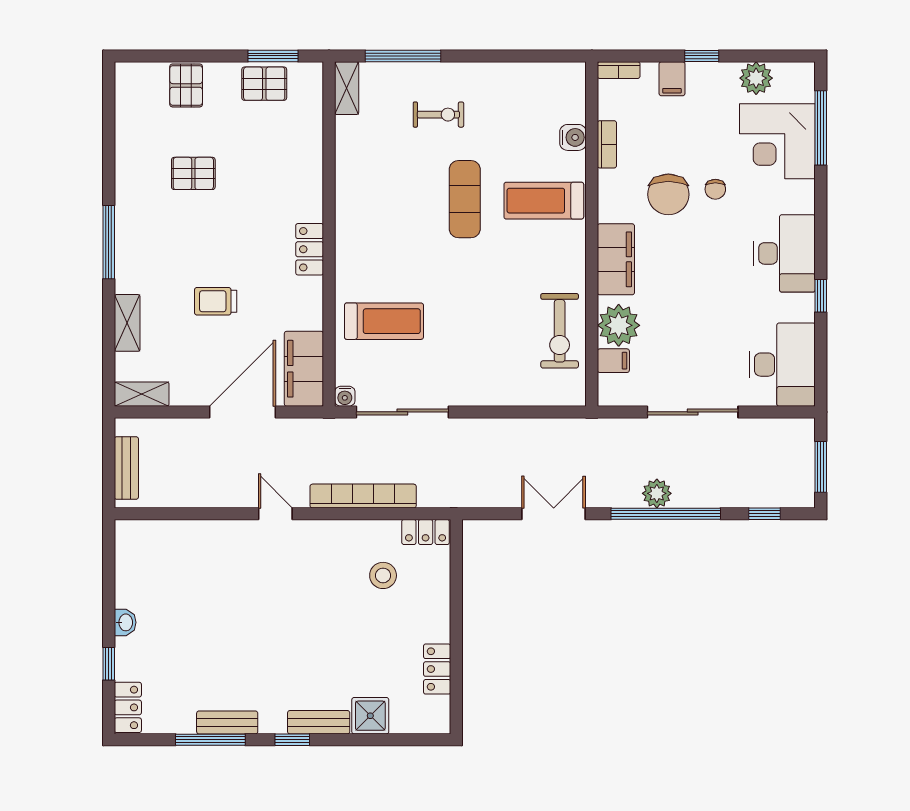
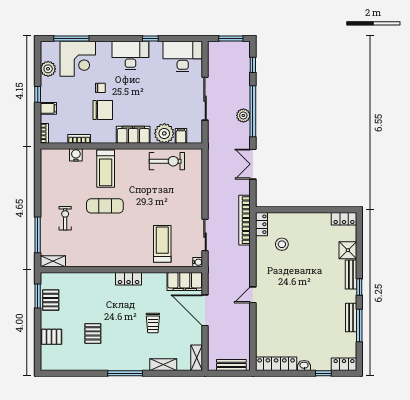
sliding door: (402, 412) -> (205, 235), width x0.73
bookcase: (363, 496) -> (245, 220), moved
locker: (129, 563) -> (276, 364), added
locker: (437, 669) -> (344, 219), moved

